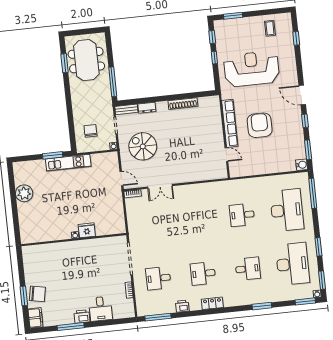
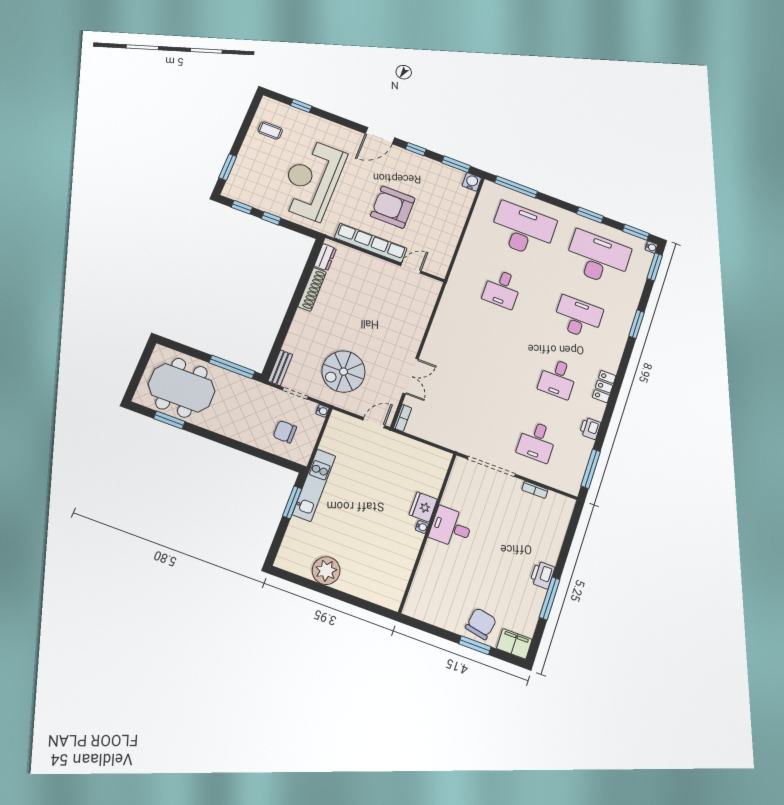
dresser: (147, 108) -> (325, 257), moved
desk: (248, 269) -> (578, 317), width x1.37
desk: (100, 309) -> (451, 527), moved, turned 180

